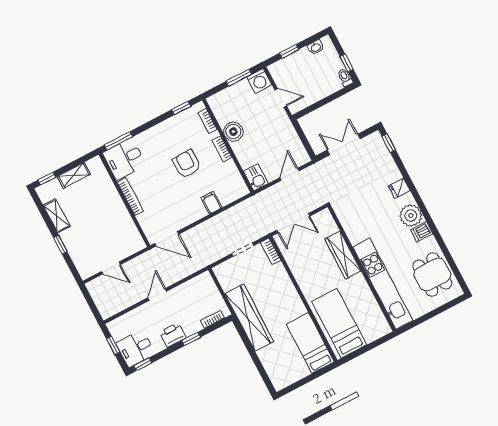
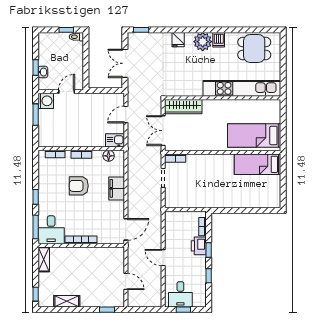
washbasin: (316, 47) -> (43, 72), moved
window: (181, 108) -> (36, 197), moved
boiler: (233, 132) -> (73, 139), removed
door: (290, 174) -> (126, 115), hinge flipped
shelving: (74, 175) -> (44, 259), moved
floor lamp: (236, 179) -> (109, 156), added
filing cabinet: (211, 203) -> (117, 188), width x2.00
double door: (293, 223) -> (163, 131), swing flipped
window: (60, 245) -> (107, 310), moved
wardrobe: (343, 255) -> (183, 107), moved
door: (111, 268) -> (126, 281), hinge flipped
wardrobe: (249, 318) -> (215, 199), removed
printer: (173, 335) -> (199, 246), moved
desk: (136, 349) -> (180, 294), moved
window: (143, 364) -> (209, 276), moved

